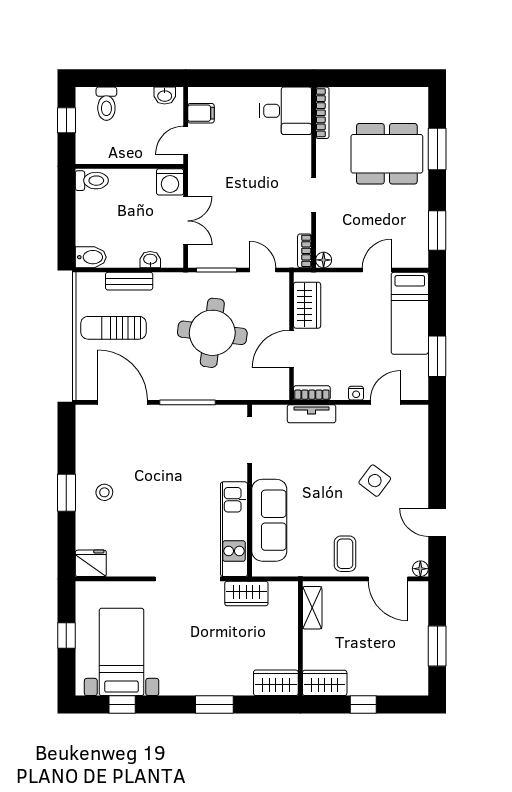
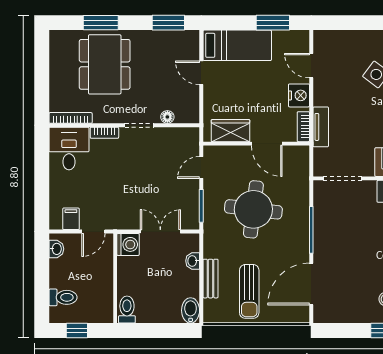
door: (186, 140) -> (93, 232), hinge flipped
bookcase: (305, 251) -> (104, 133), moved
floor lamp: (324, 260) -> (167, 117), moved
nightstand: (356, 393) -> (299, 95), width x1.89, depth x1.79

